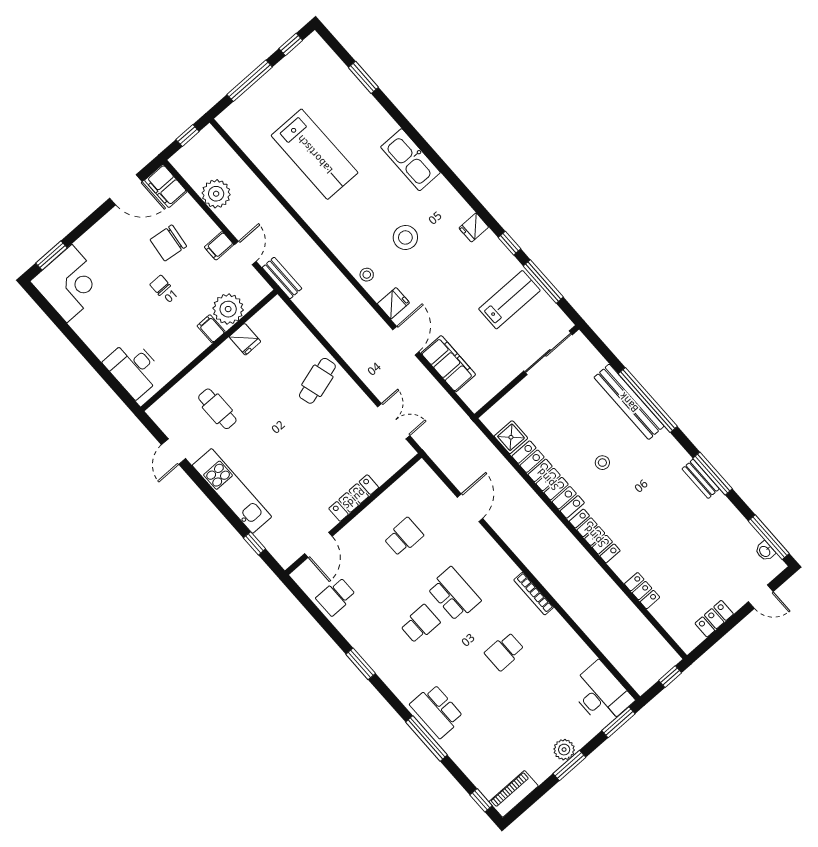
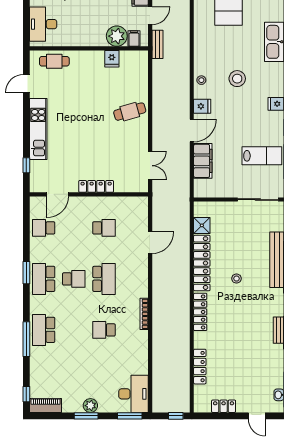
filing cabinet: (211, 329) -> (134, 39), moved
cafe table: (217, 409) -> (54, 61), moved, turned 90
locker: (642, 591) -> (200, 367), width x1.53
school desk: (386, 654) -> (44, 279), added

